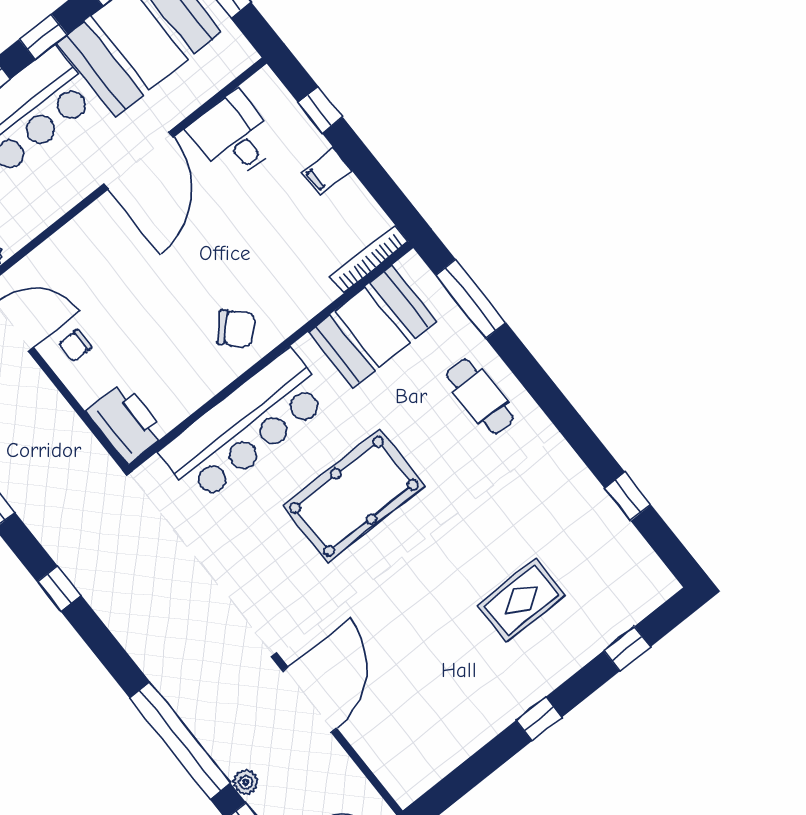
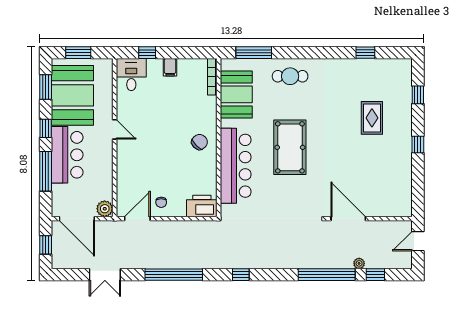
desk: (234, 136) -> (131, 75), moved, turned 90
door: (139, 160) -> (115, 129), width x0.53

